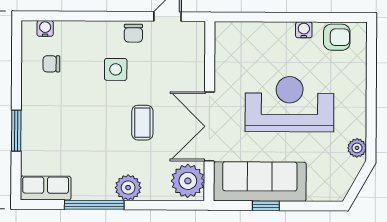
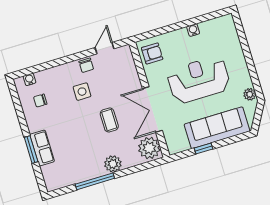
armchair: (337, 37) -> (152, 53), moved
sofa: (260, 182) -> (217, 128), moved
row of seats: (46, 188) -> (42, 148), moved, turned 90

